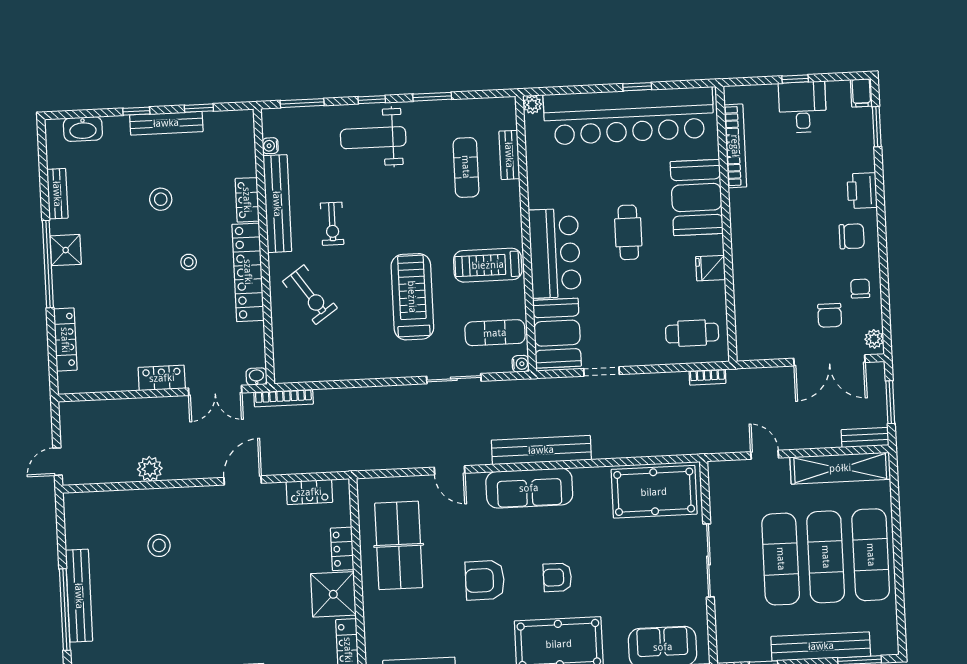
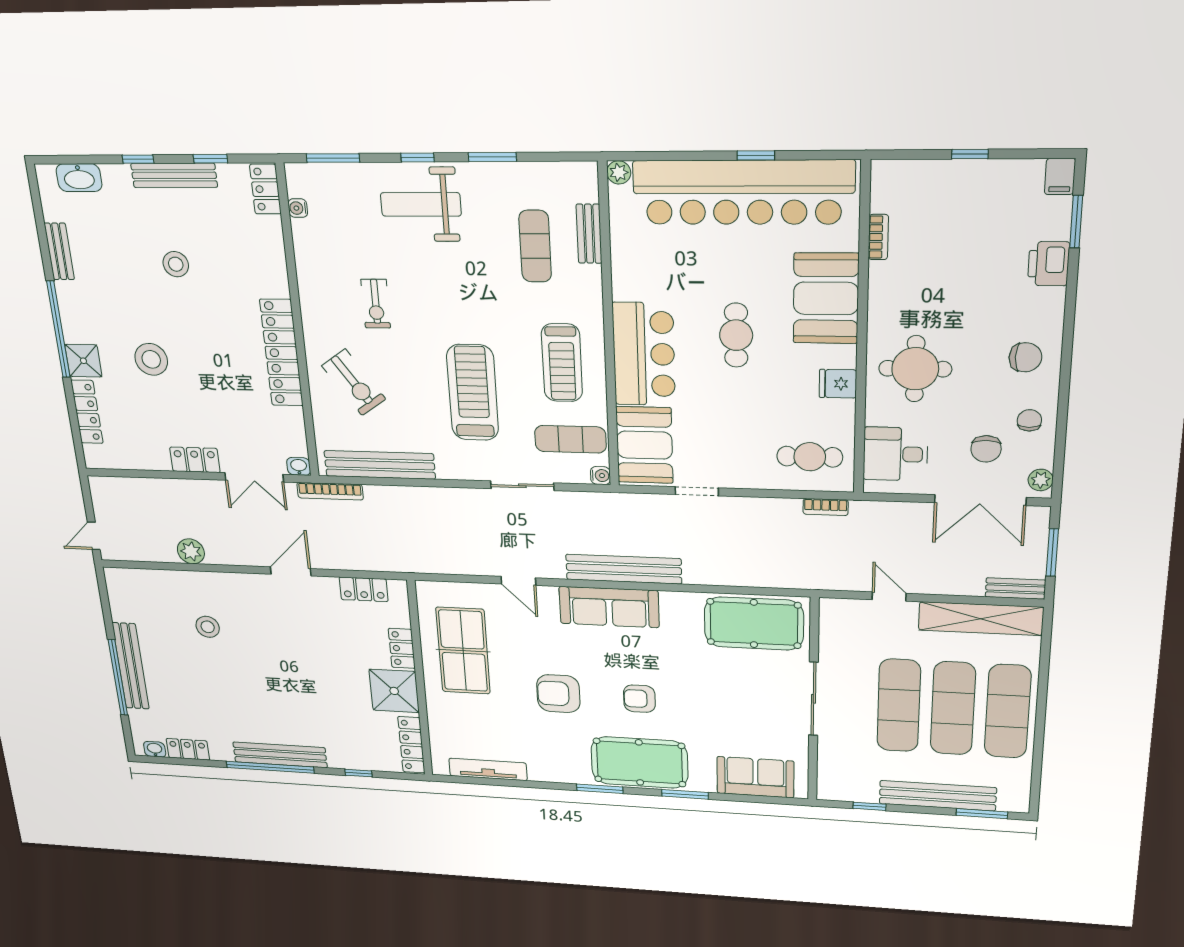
desk: (802, 107) -> (895, 454), moved, turned -90
bookcase: (735, 146) -> (878, 237), width x0.43, depth x0.76
printer: (862, 191) -> (1049, 264), moved
locker: (247, 200) -> (265, 189), moved
bench: (277, 204) -> (380, 465), moved, turned 90
shower: (66, 250) -> (83, 361), moved
round table: (769, 251) -> (915, 369), added
stool: (189, 262) -> (151, 359), moved, width x1.89, depth x1.89
treadmill: (488, 265) -> (562, 363), turned -90

